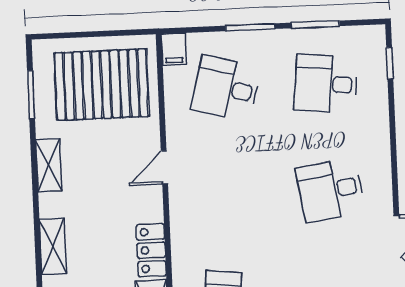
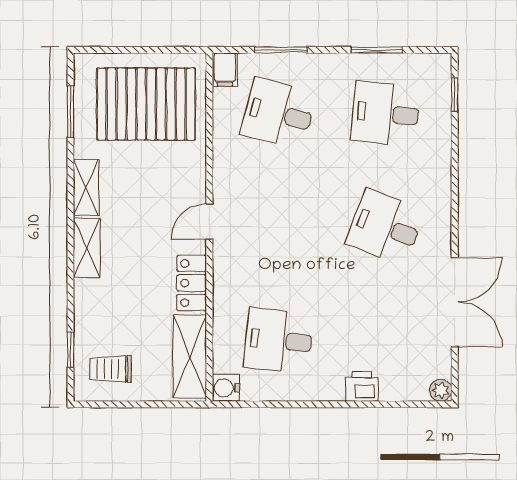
window: (250, 27) -> (281, 50), moved
door: (164, 167) -> (209, 222), moved
desk: (330, 190) -> (385, 227), turned 30
shelving: (53, 246) -> (87, 248), moved

